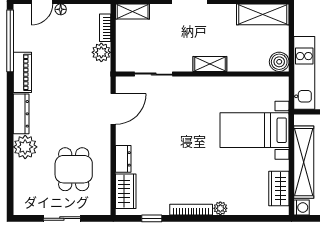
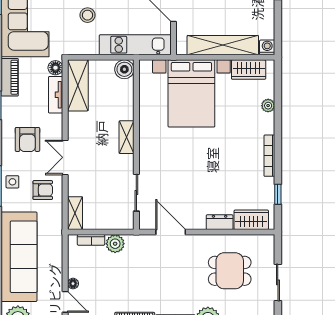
bed with nightstands: (255, 130) -> (191, 93), width x1.36
plant: (220, 208) -> (268, 106), moved

